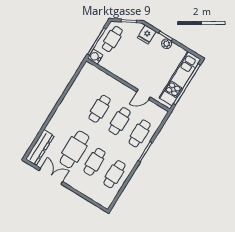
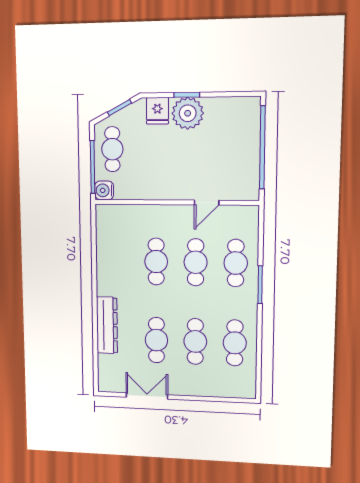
plant: (167, 44) -> (188, 113), width x1.88, depth x1.88
kitchen unit: (180, 79) -> (247, 145), removed
dresser: (40, 147) -> (107, 325), moved
cafe table: (74, 149) -> (156, 340), width x0.73, depth x0.74

